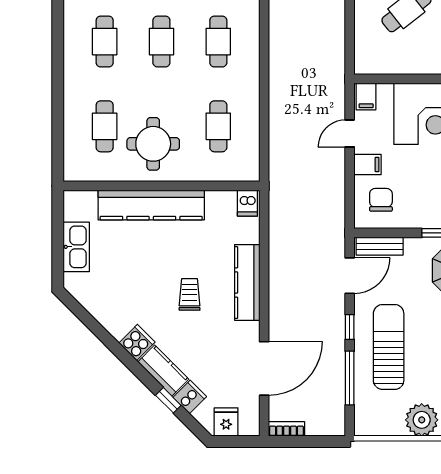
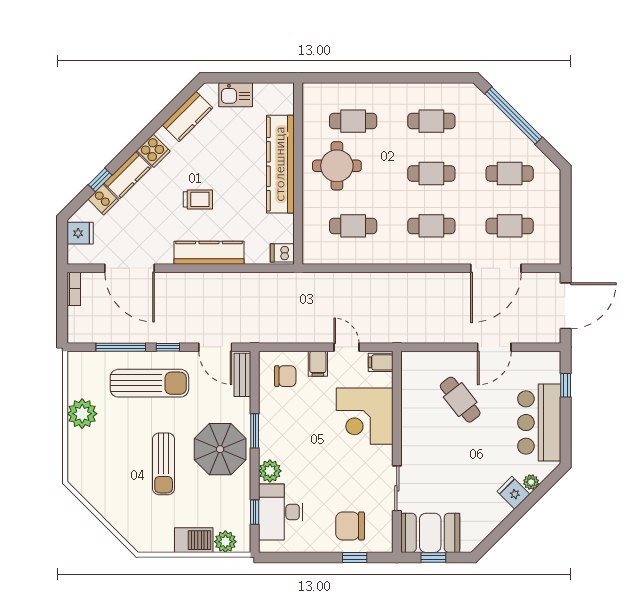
kitchen sink: (76, 247) -> (236, 95), width x0.73
kitchen counter: (100, 306) -> (187, 116), added

